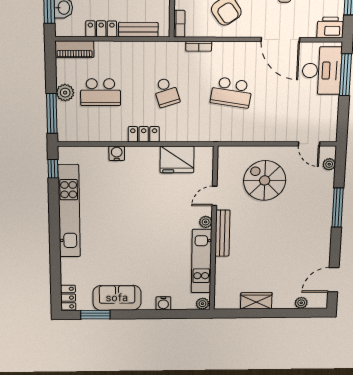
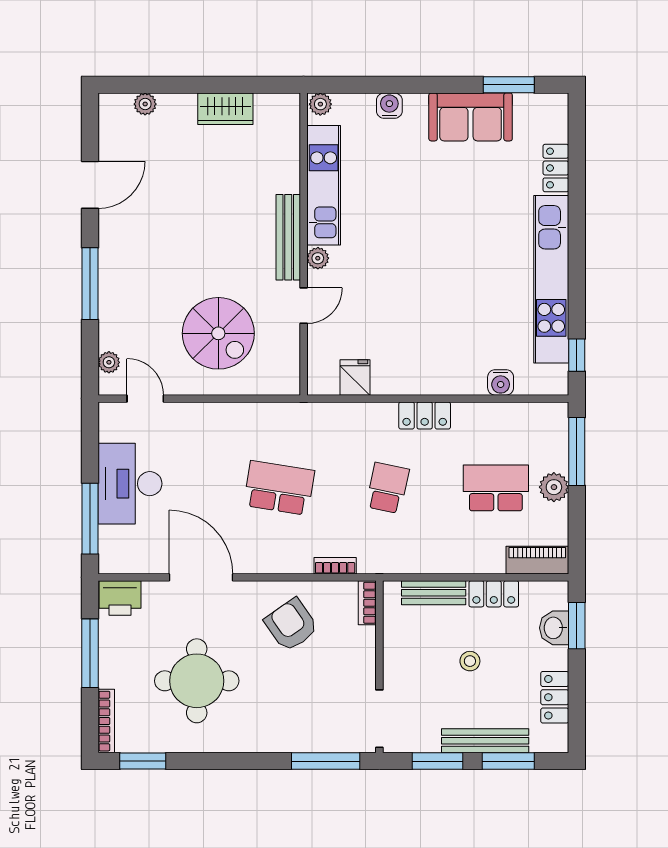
desk: (322, 71) -> (130, 484), moved
school desk: (166, 92) -> (388, 488), turned 30
water cooler: (117, 153) -> (501, 382), moved
fridge: (177, 159) -> (355, 377), width x0.53, depth x0.75
door: (333, 280) -> (90, 185), moved
locker: (68, 298) -> (556, 168), moved

